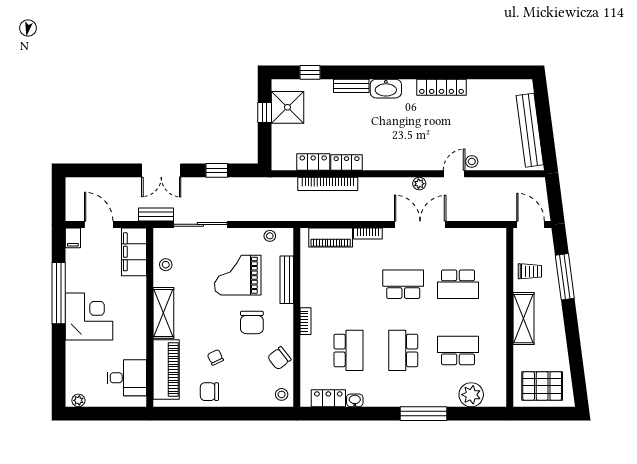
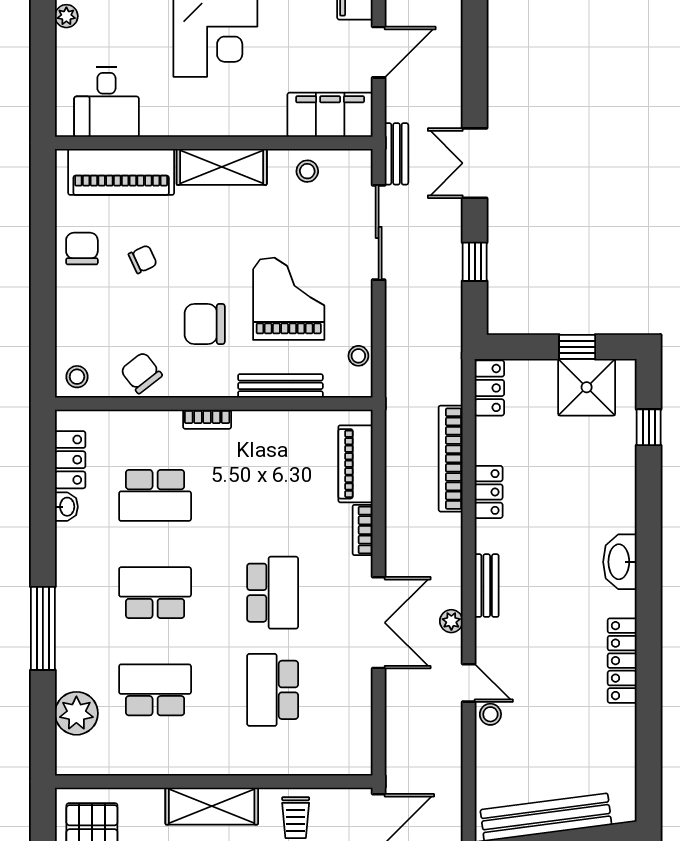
bench: (351, 86) -> (487, 586), moved
locker: (313, 162) -> (489, 388), moved
school desk: (458, 350) -> (155, 690), turned -90

